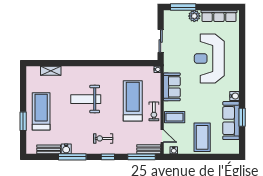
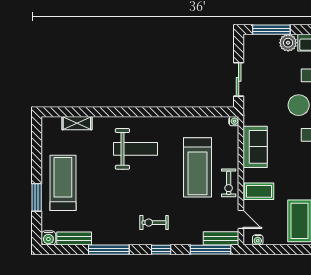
weight bench: (86, 99) -> (136, 149), moved, turned 180
treadmill: (133, 101) -> (198, 167), turned 180
water cooler: (66, 149) -> (48, 238), moved

